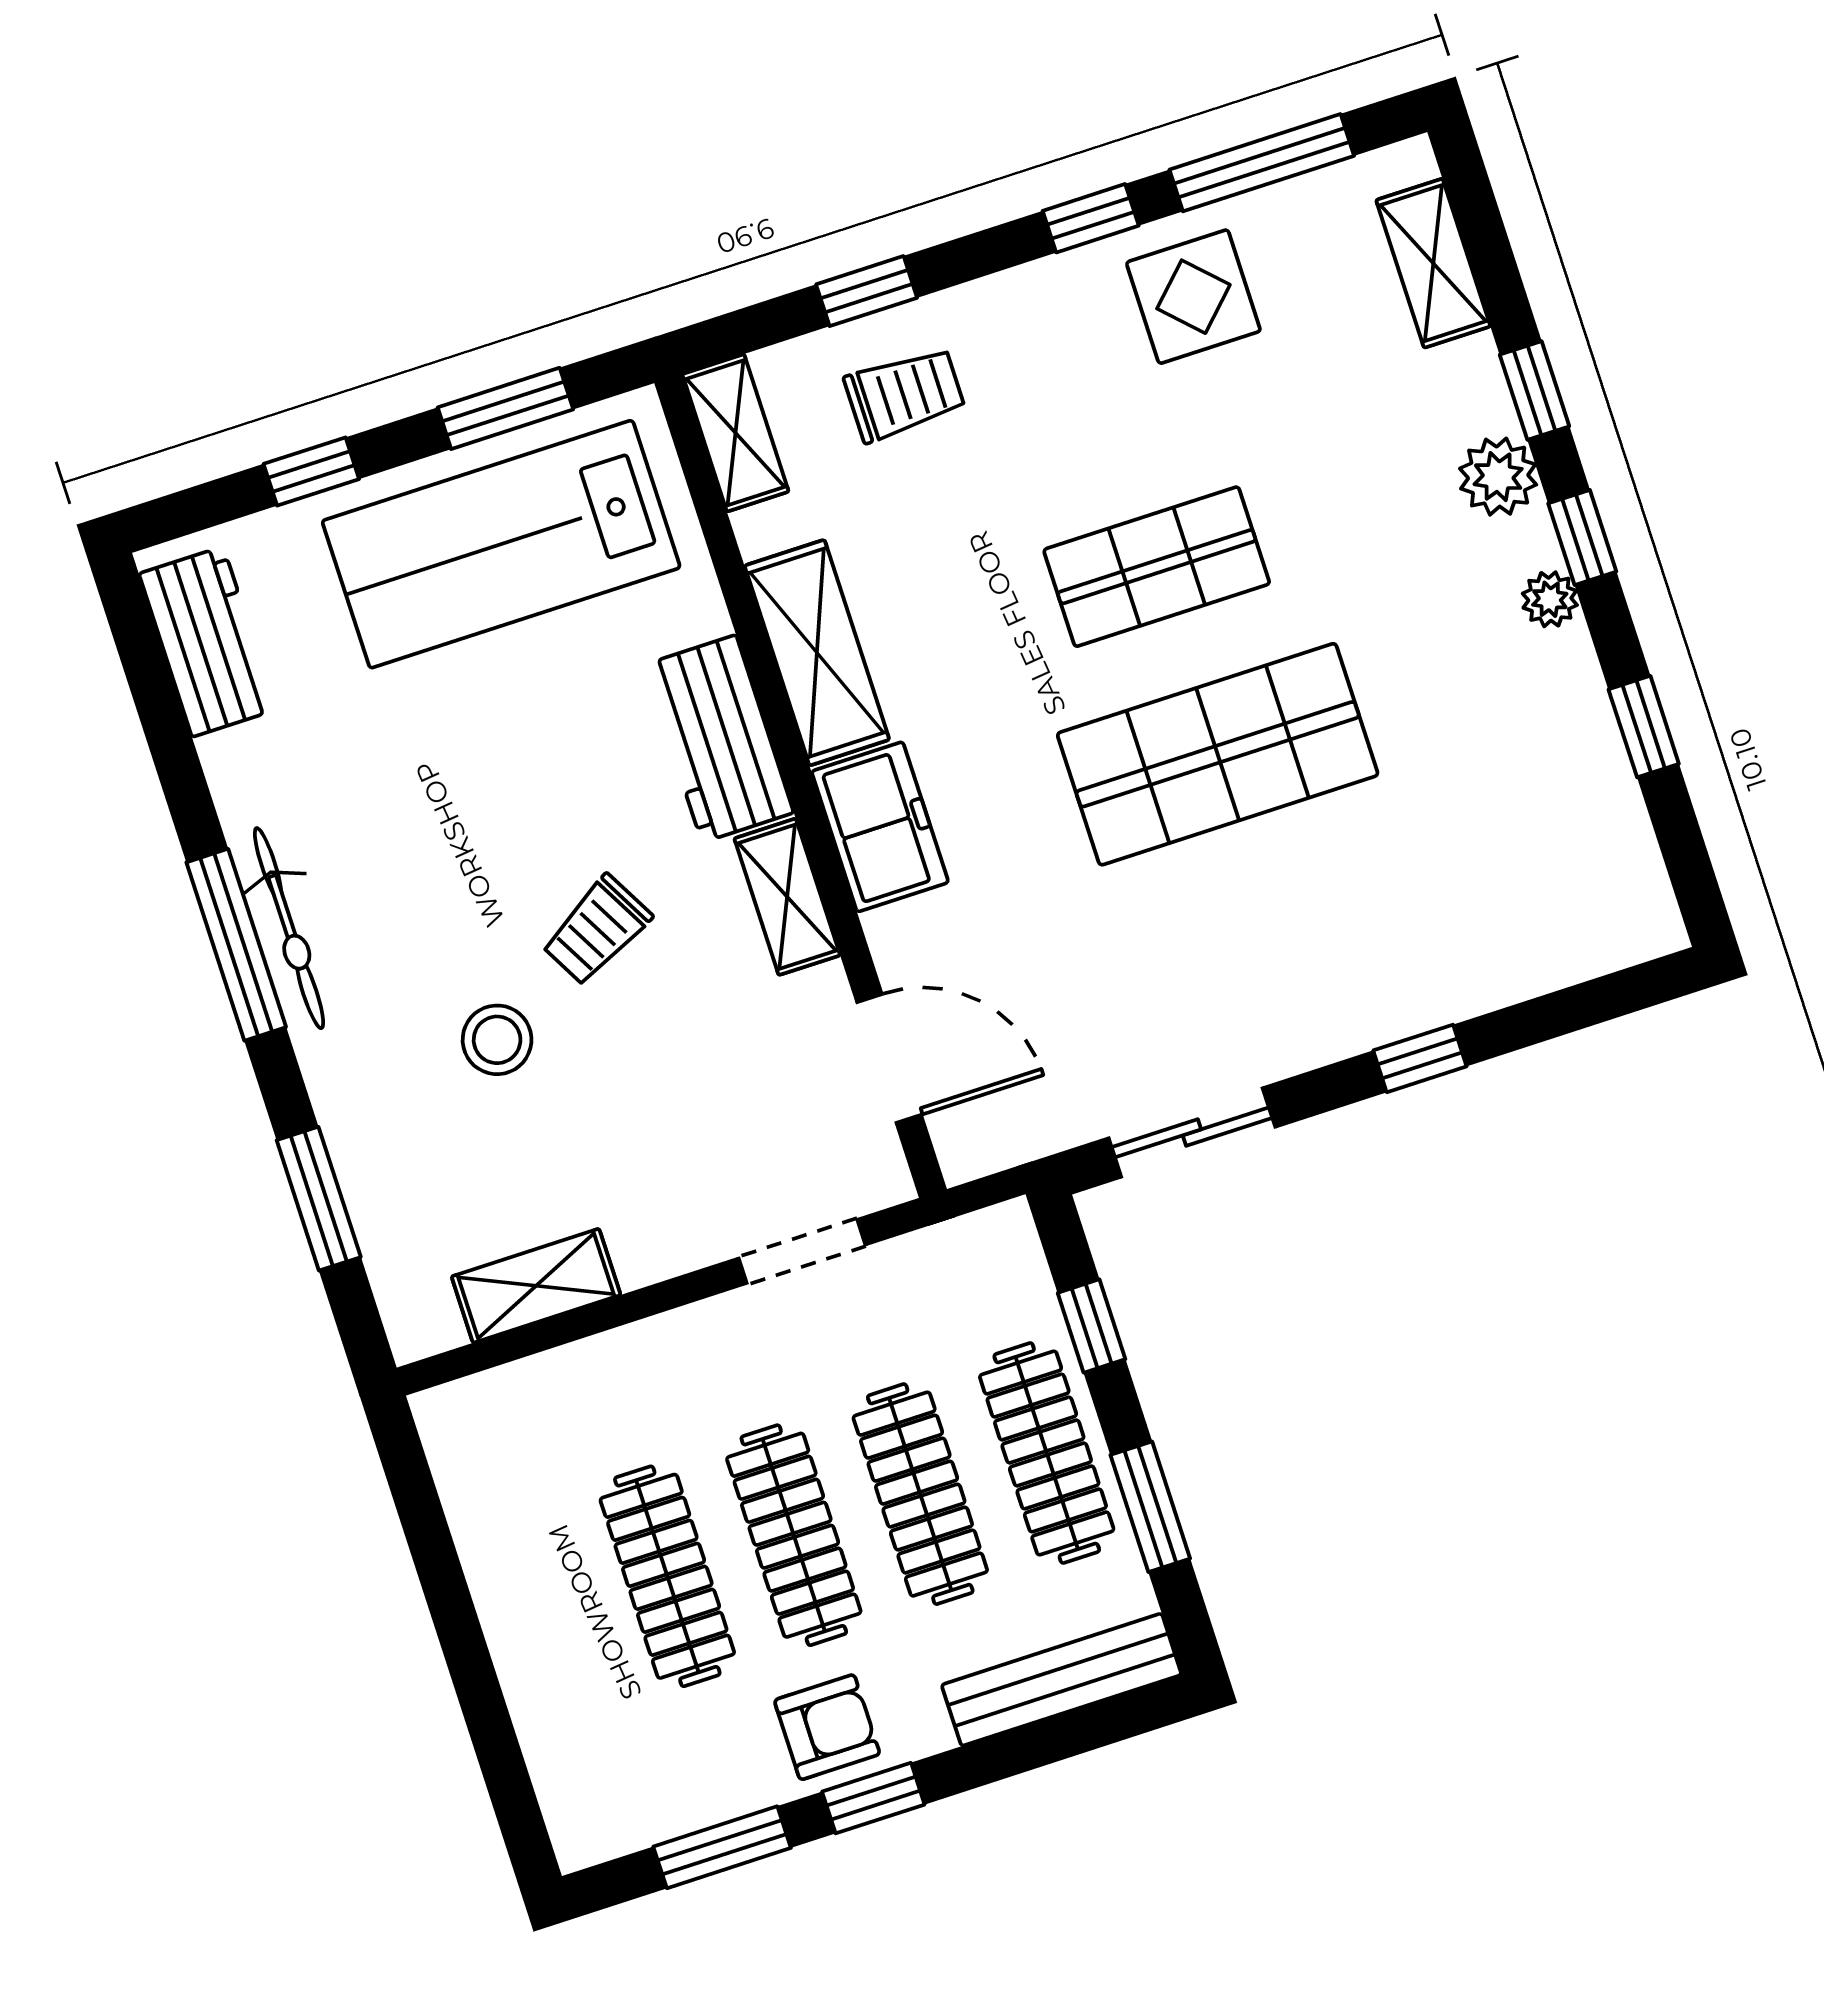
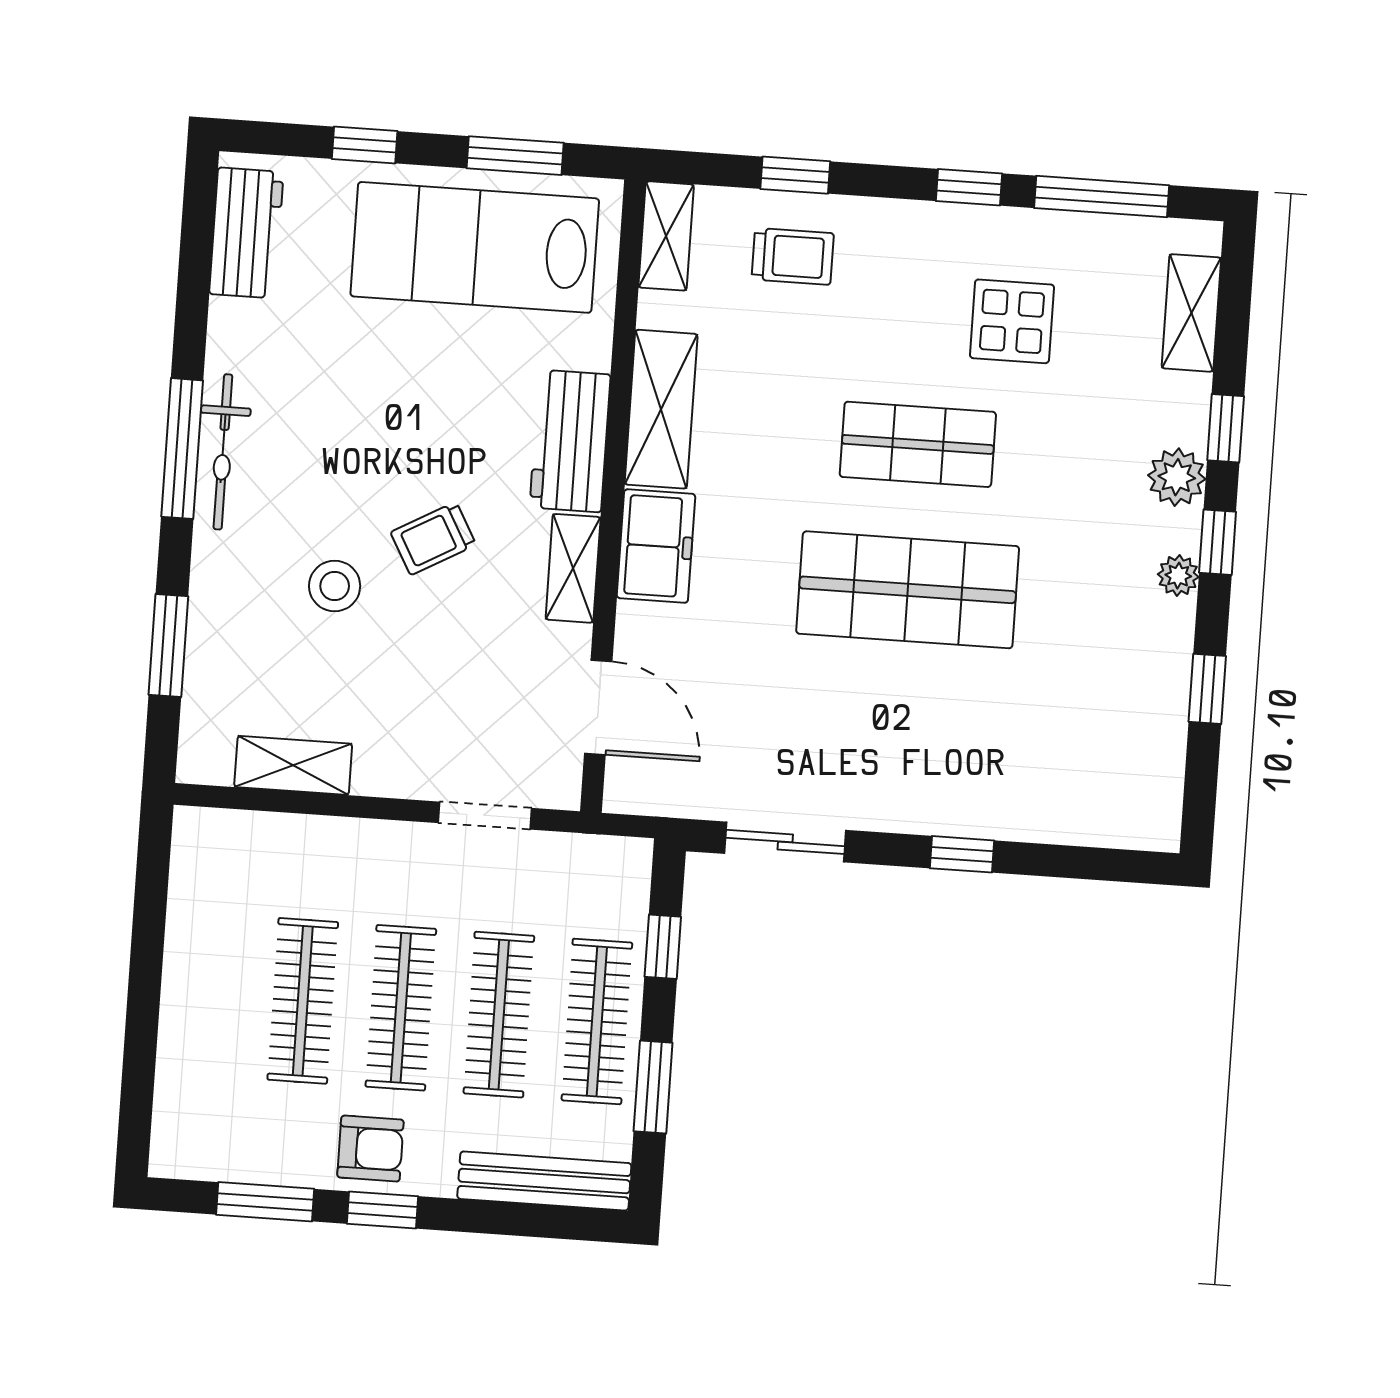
display table: (1193, 297) -> (1012, 321), moved

